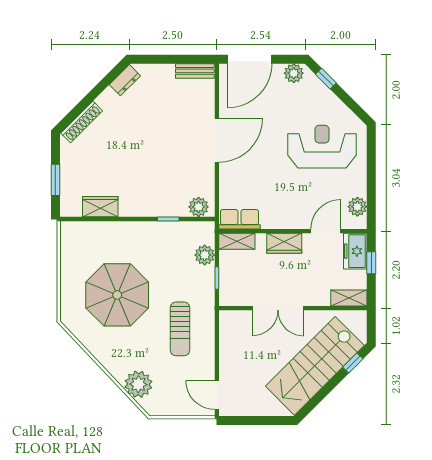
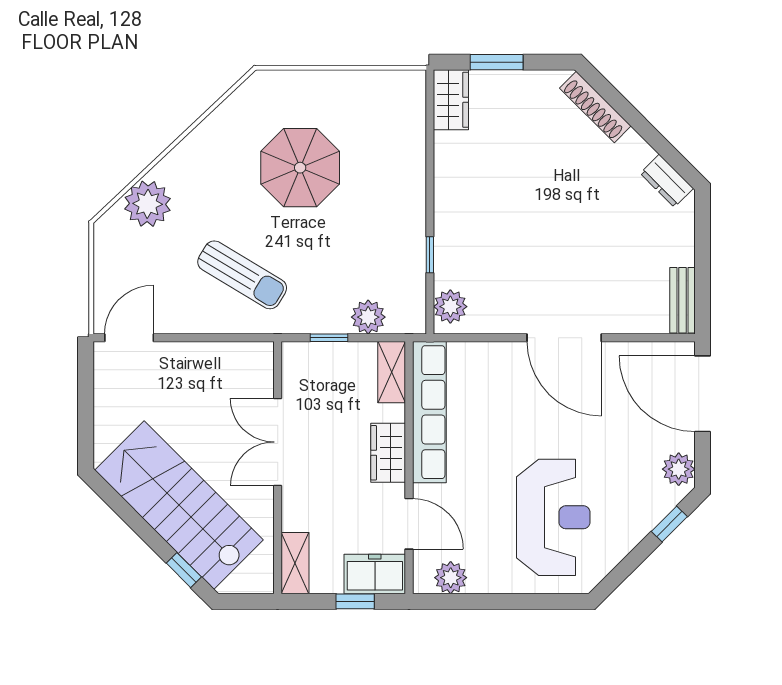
wardrobe: (100, 207) -> (451, 100), moved
row of seats: (239, 219) -> (429, 412), width x2.02
parasol: (117, 295) -> (300, 168), width x0.73, depth x0.73
sun lounger: (180, 329) -> (242, 275), turned -149

